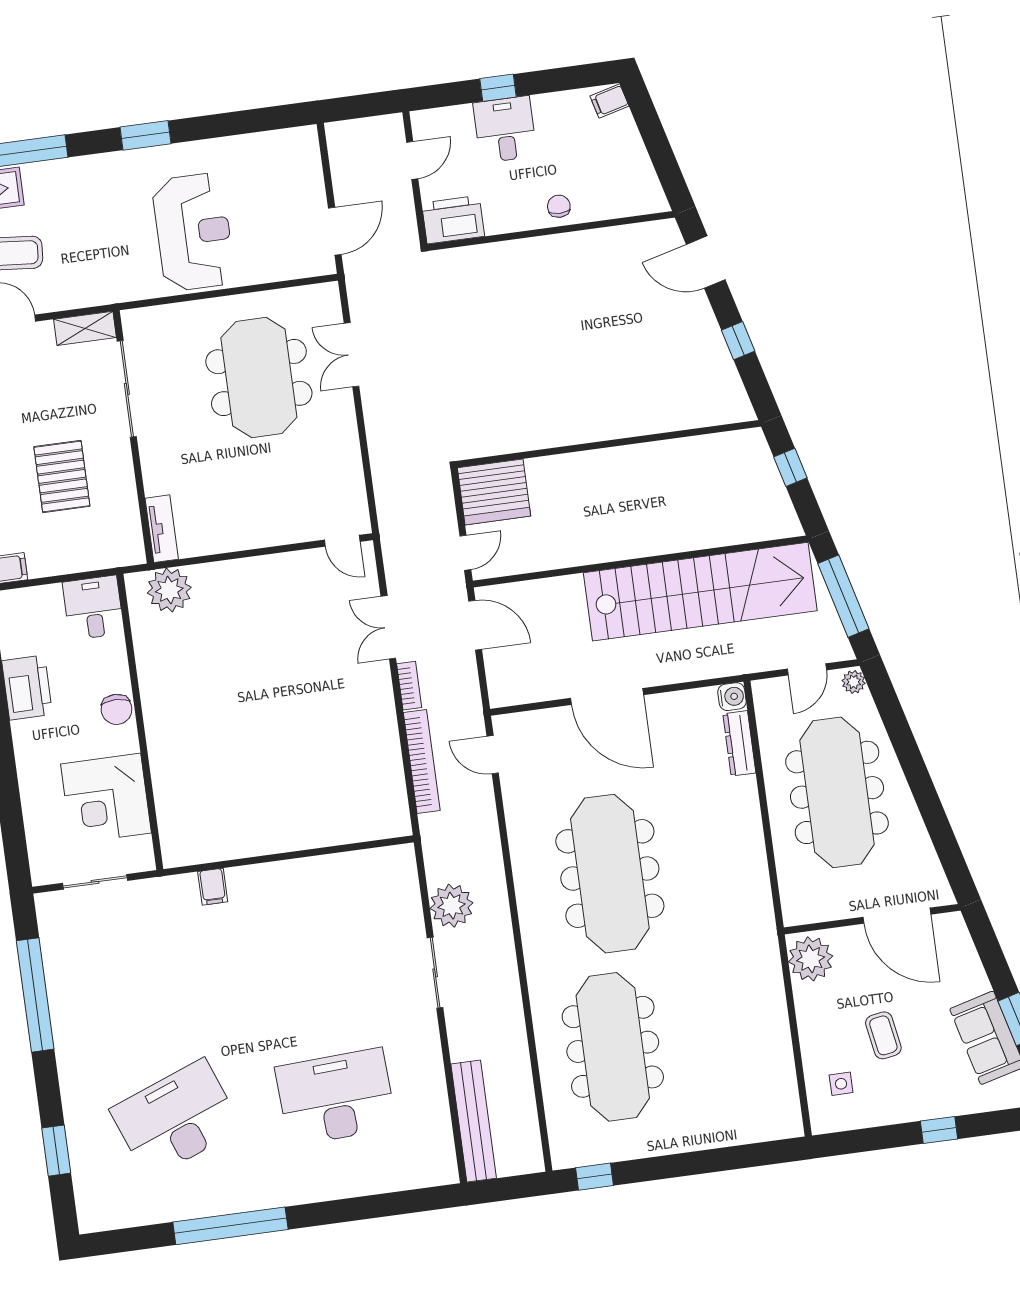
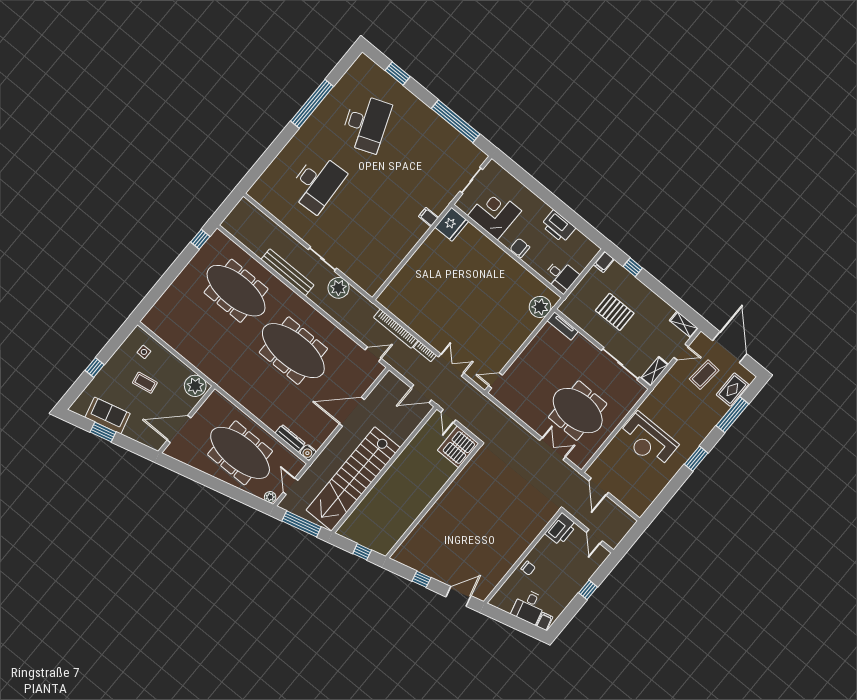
desk: (505, 129) -> (529, 607), moved, turned 75
fridge: (187, 842) -> (452, 224), added
bench: (474, 1121) -> (287, 272), moved

